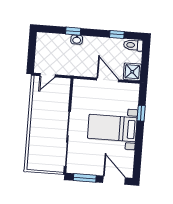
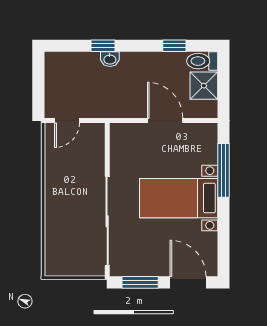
shower: (132, 72) -> (204, 86), moved
window: (141, 113) -> (224, 170), width x2.17

